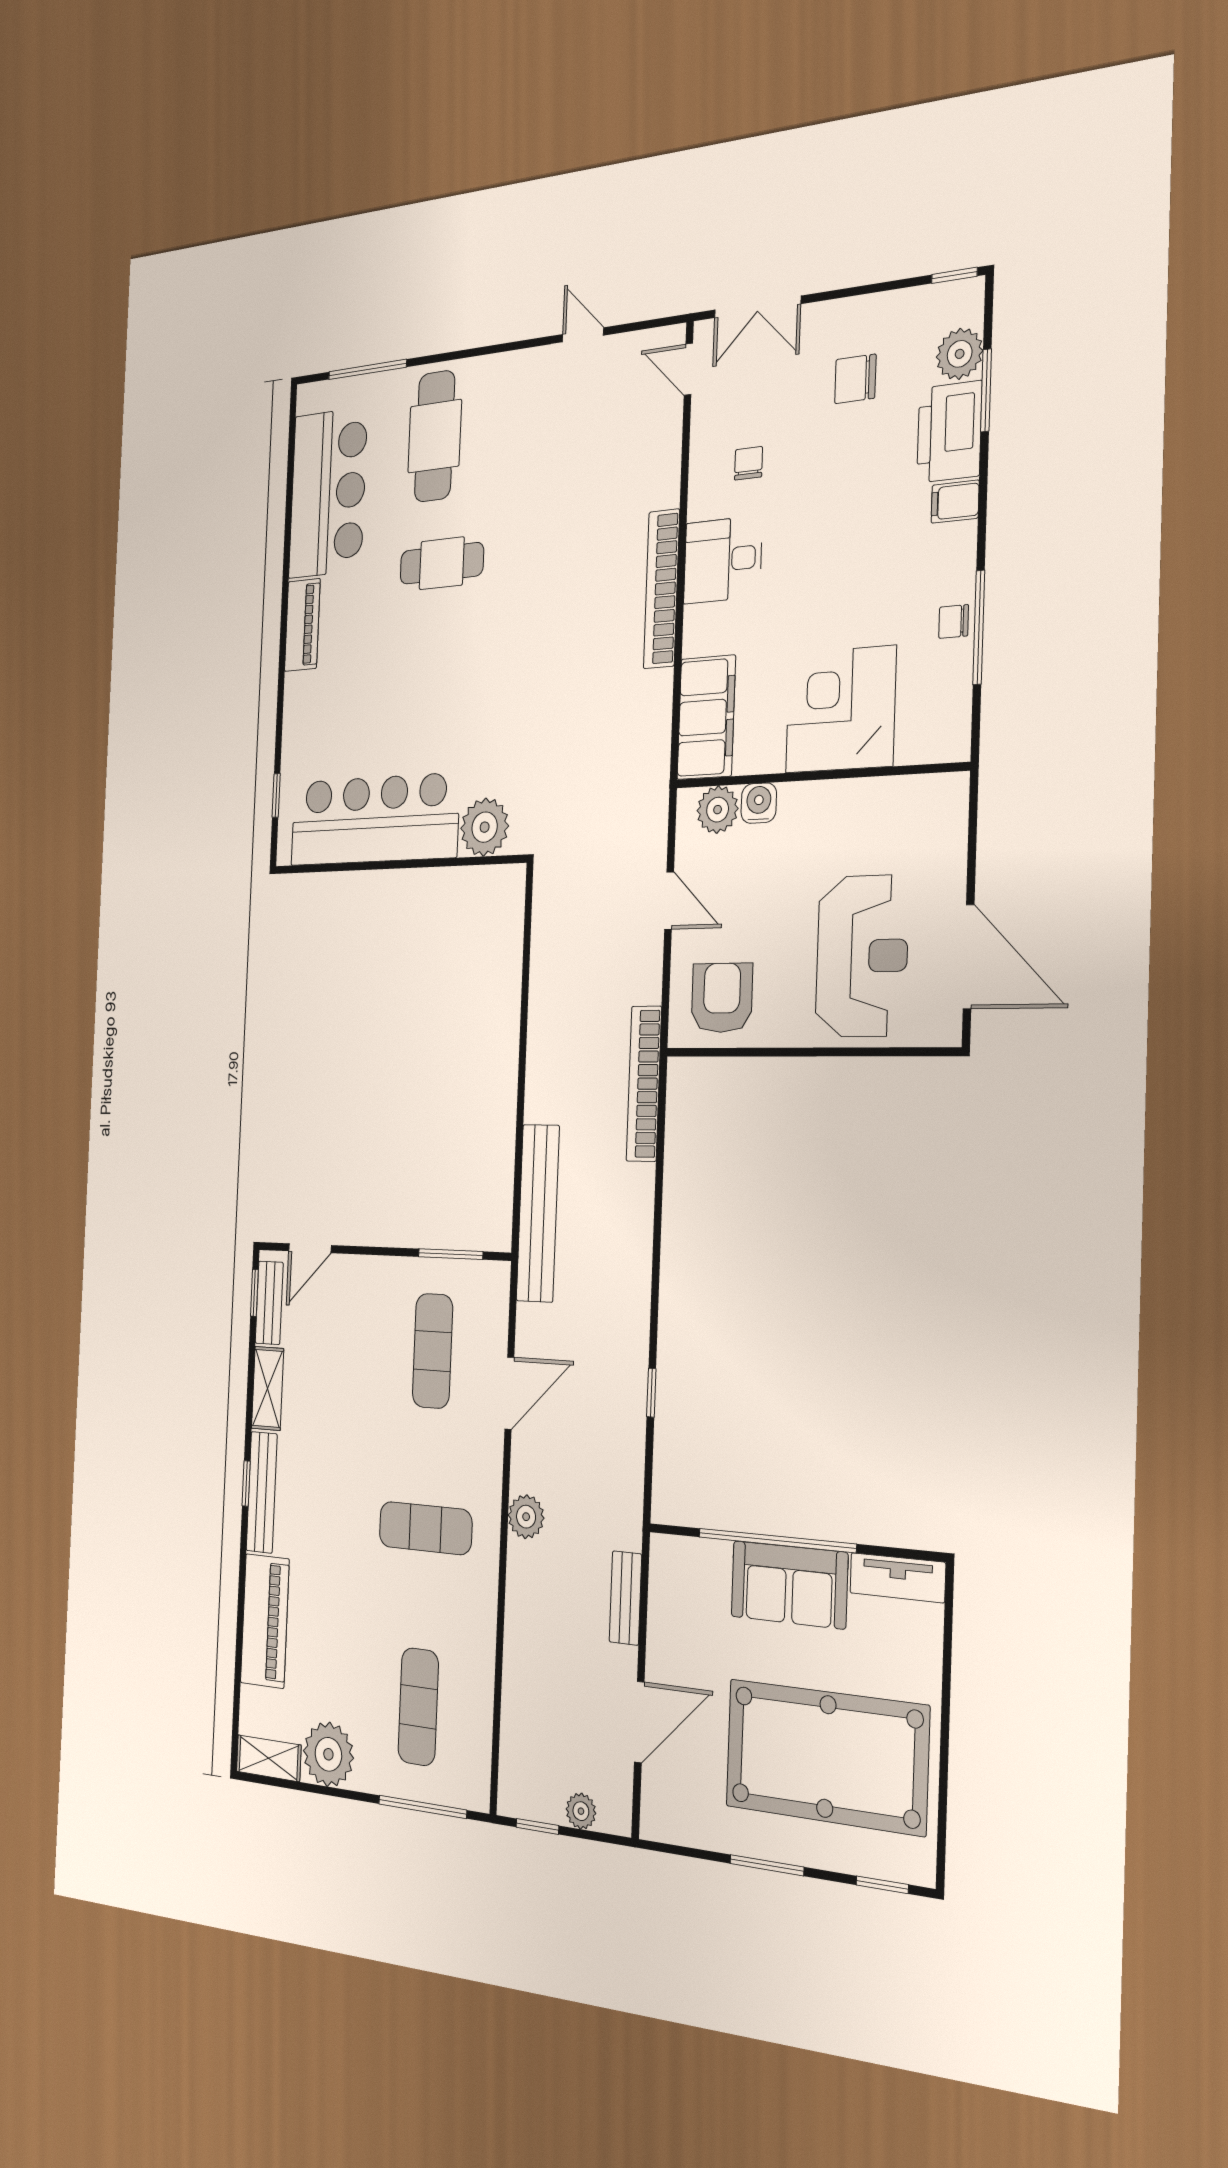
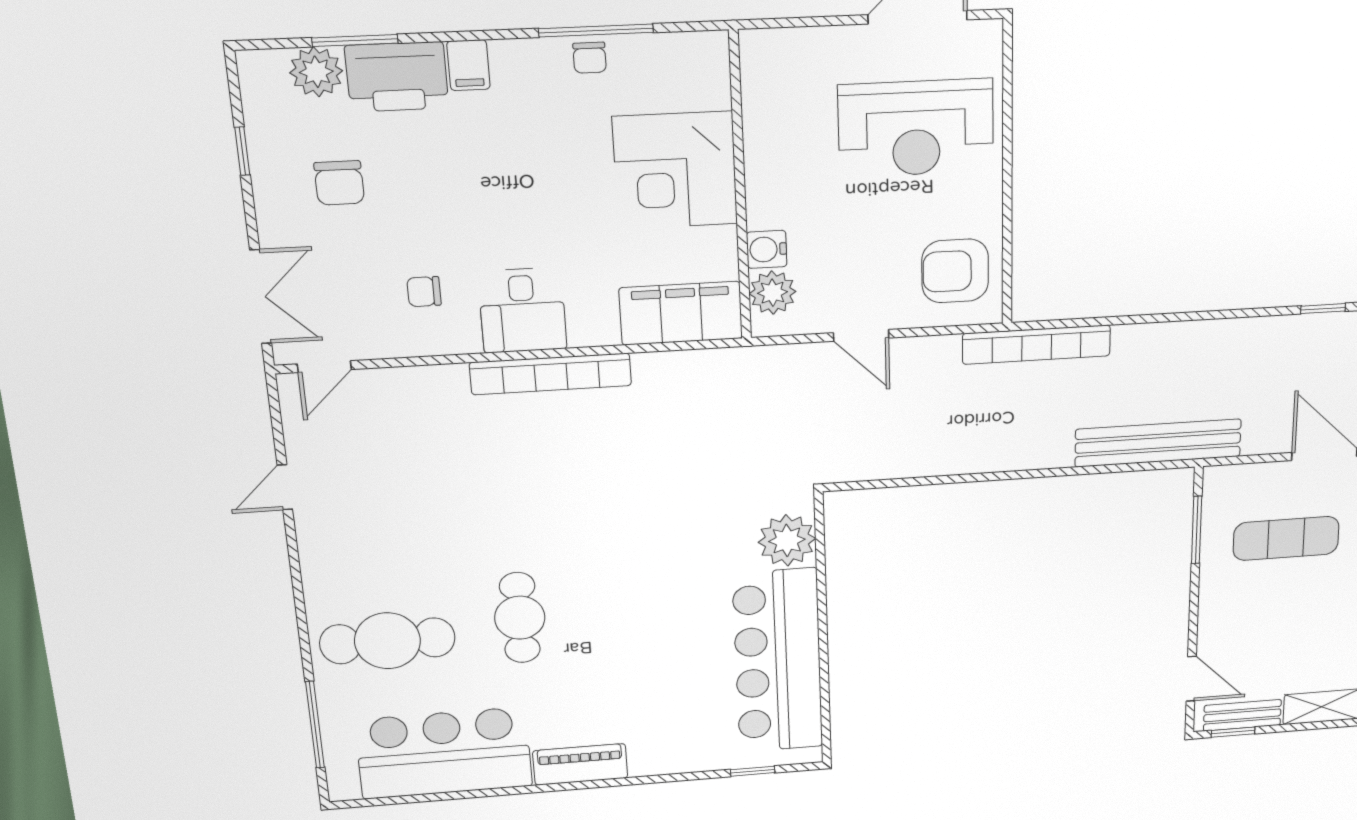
window: (954, 275) -> (242, 151), moved
door: (669, 901) -> (861, 335), swing flipped
reception desk: (862, 956) -> (916, 128), turned 180

